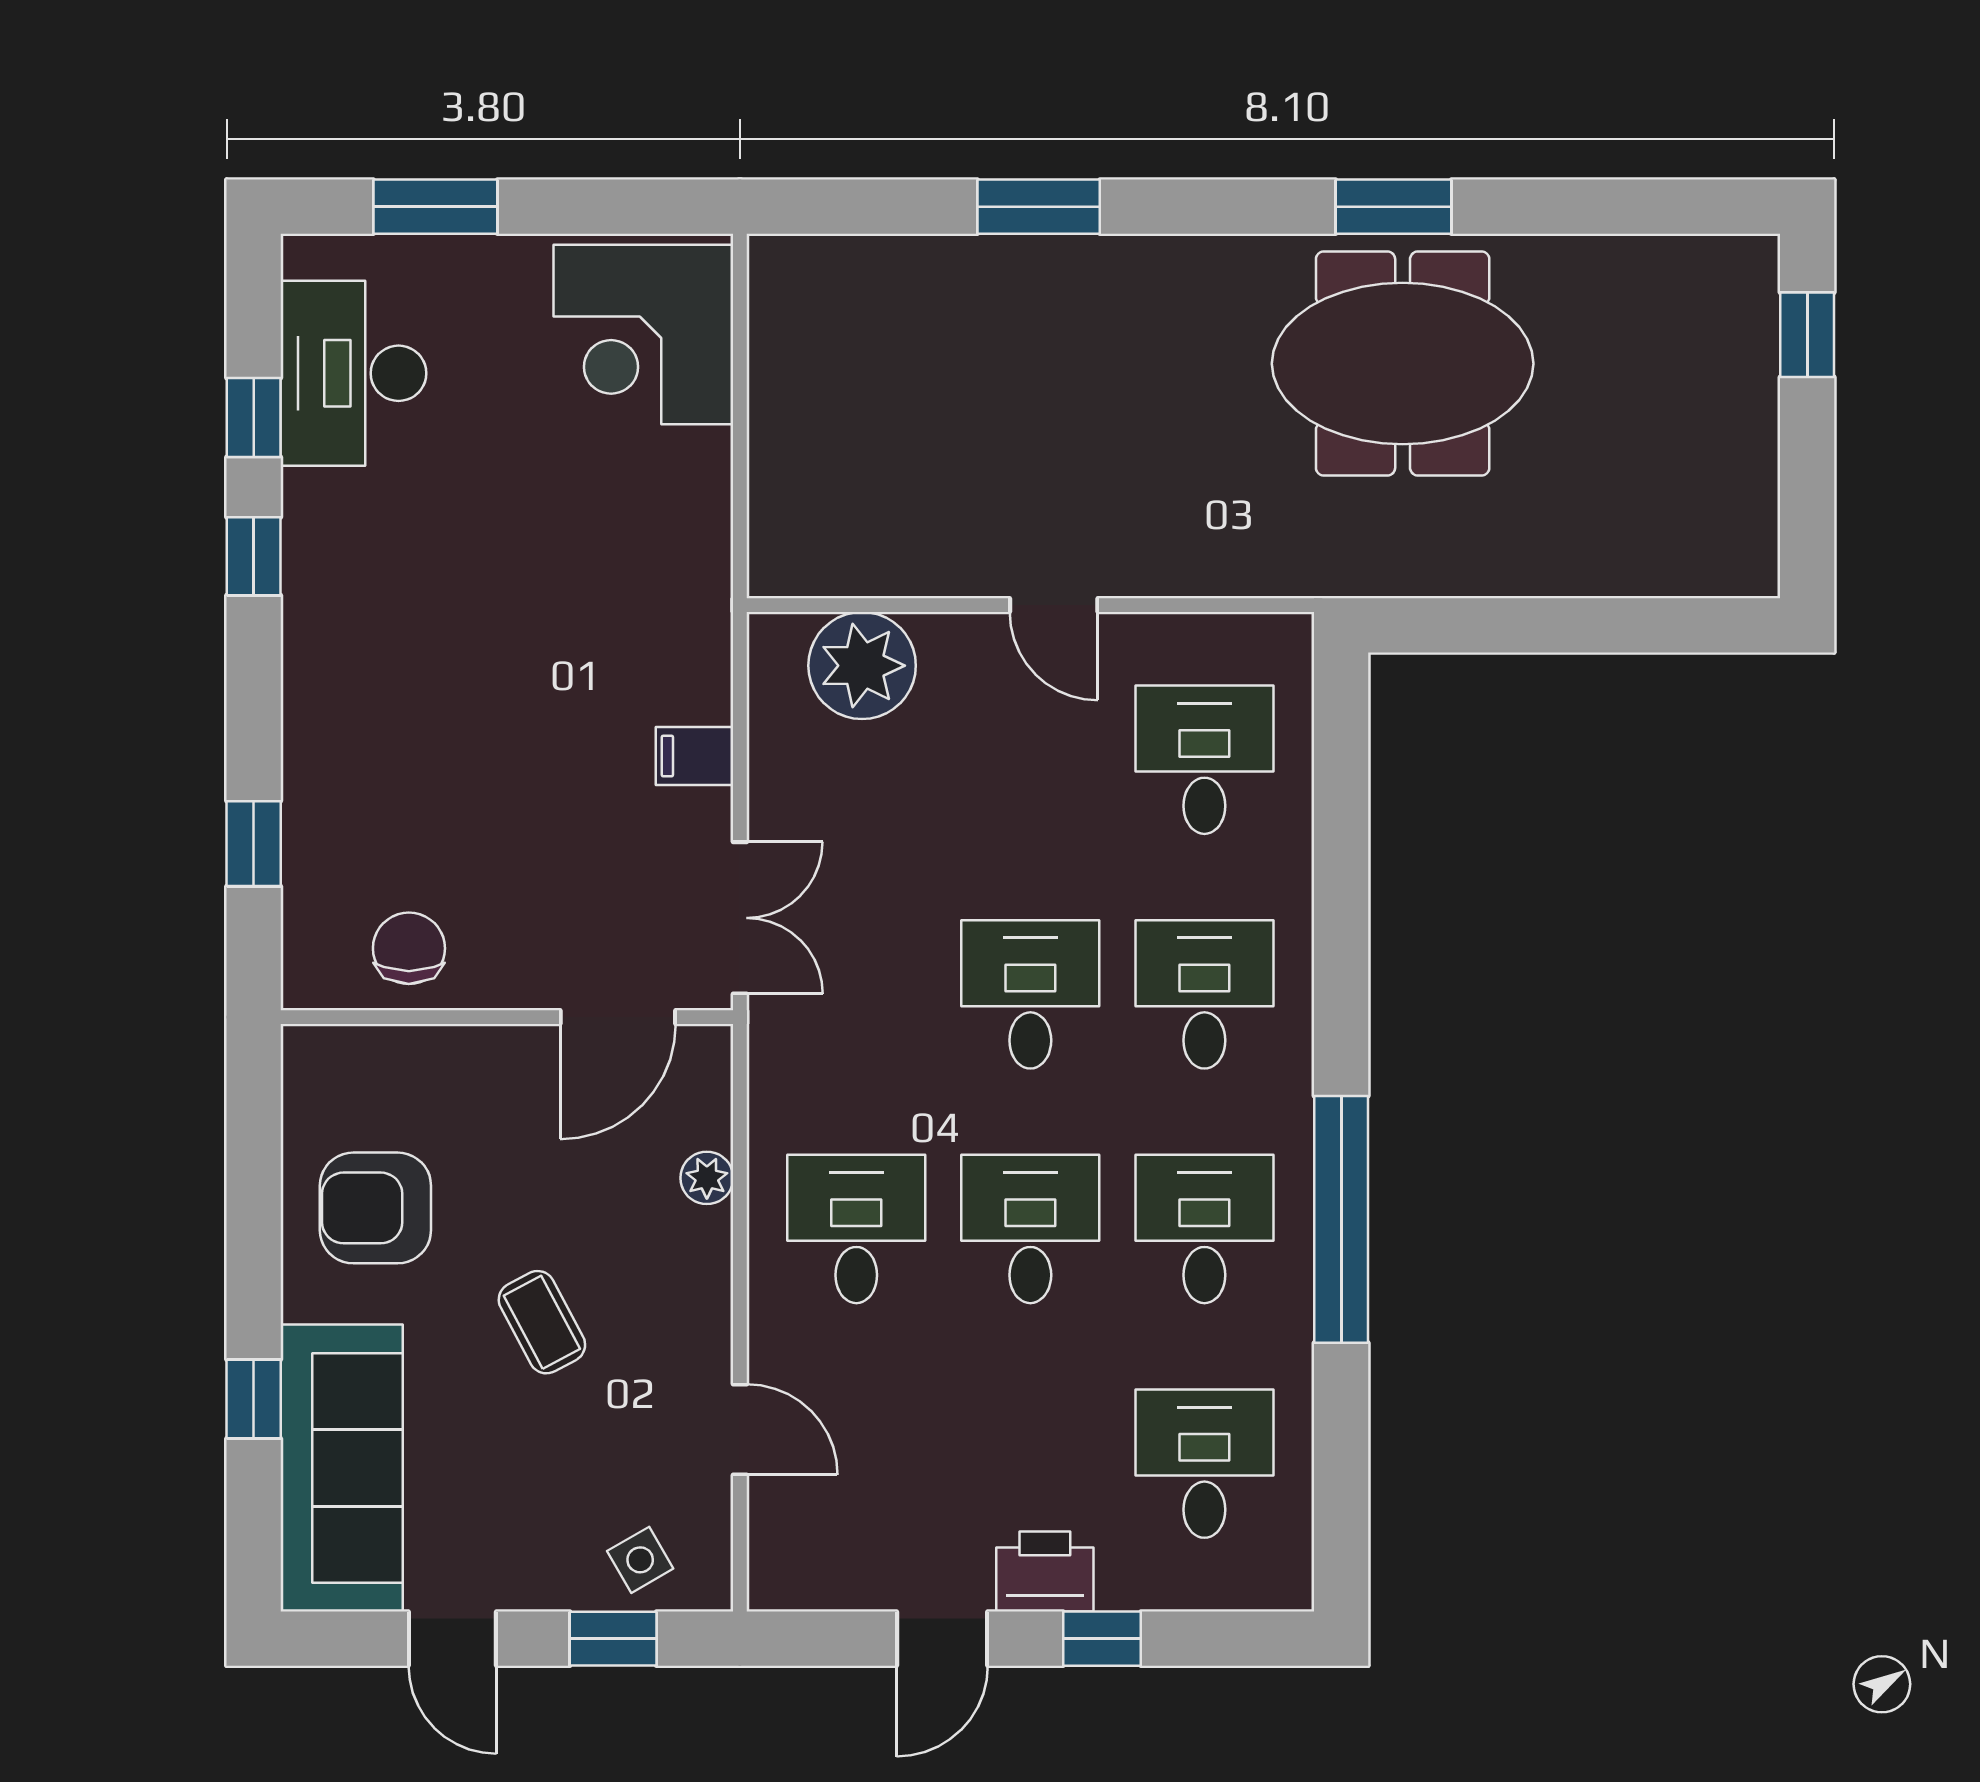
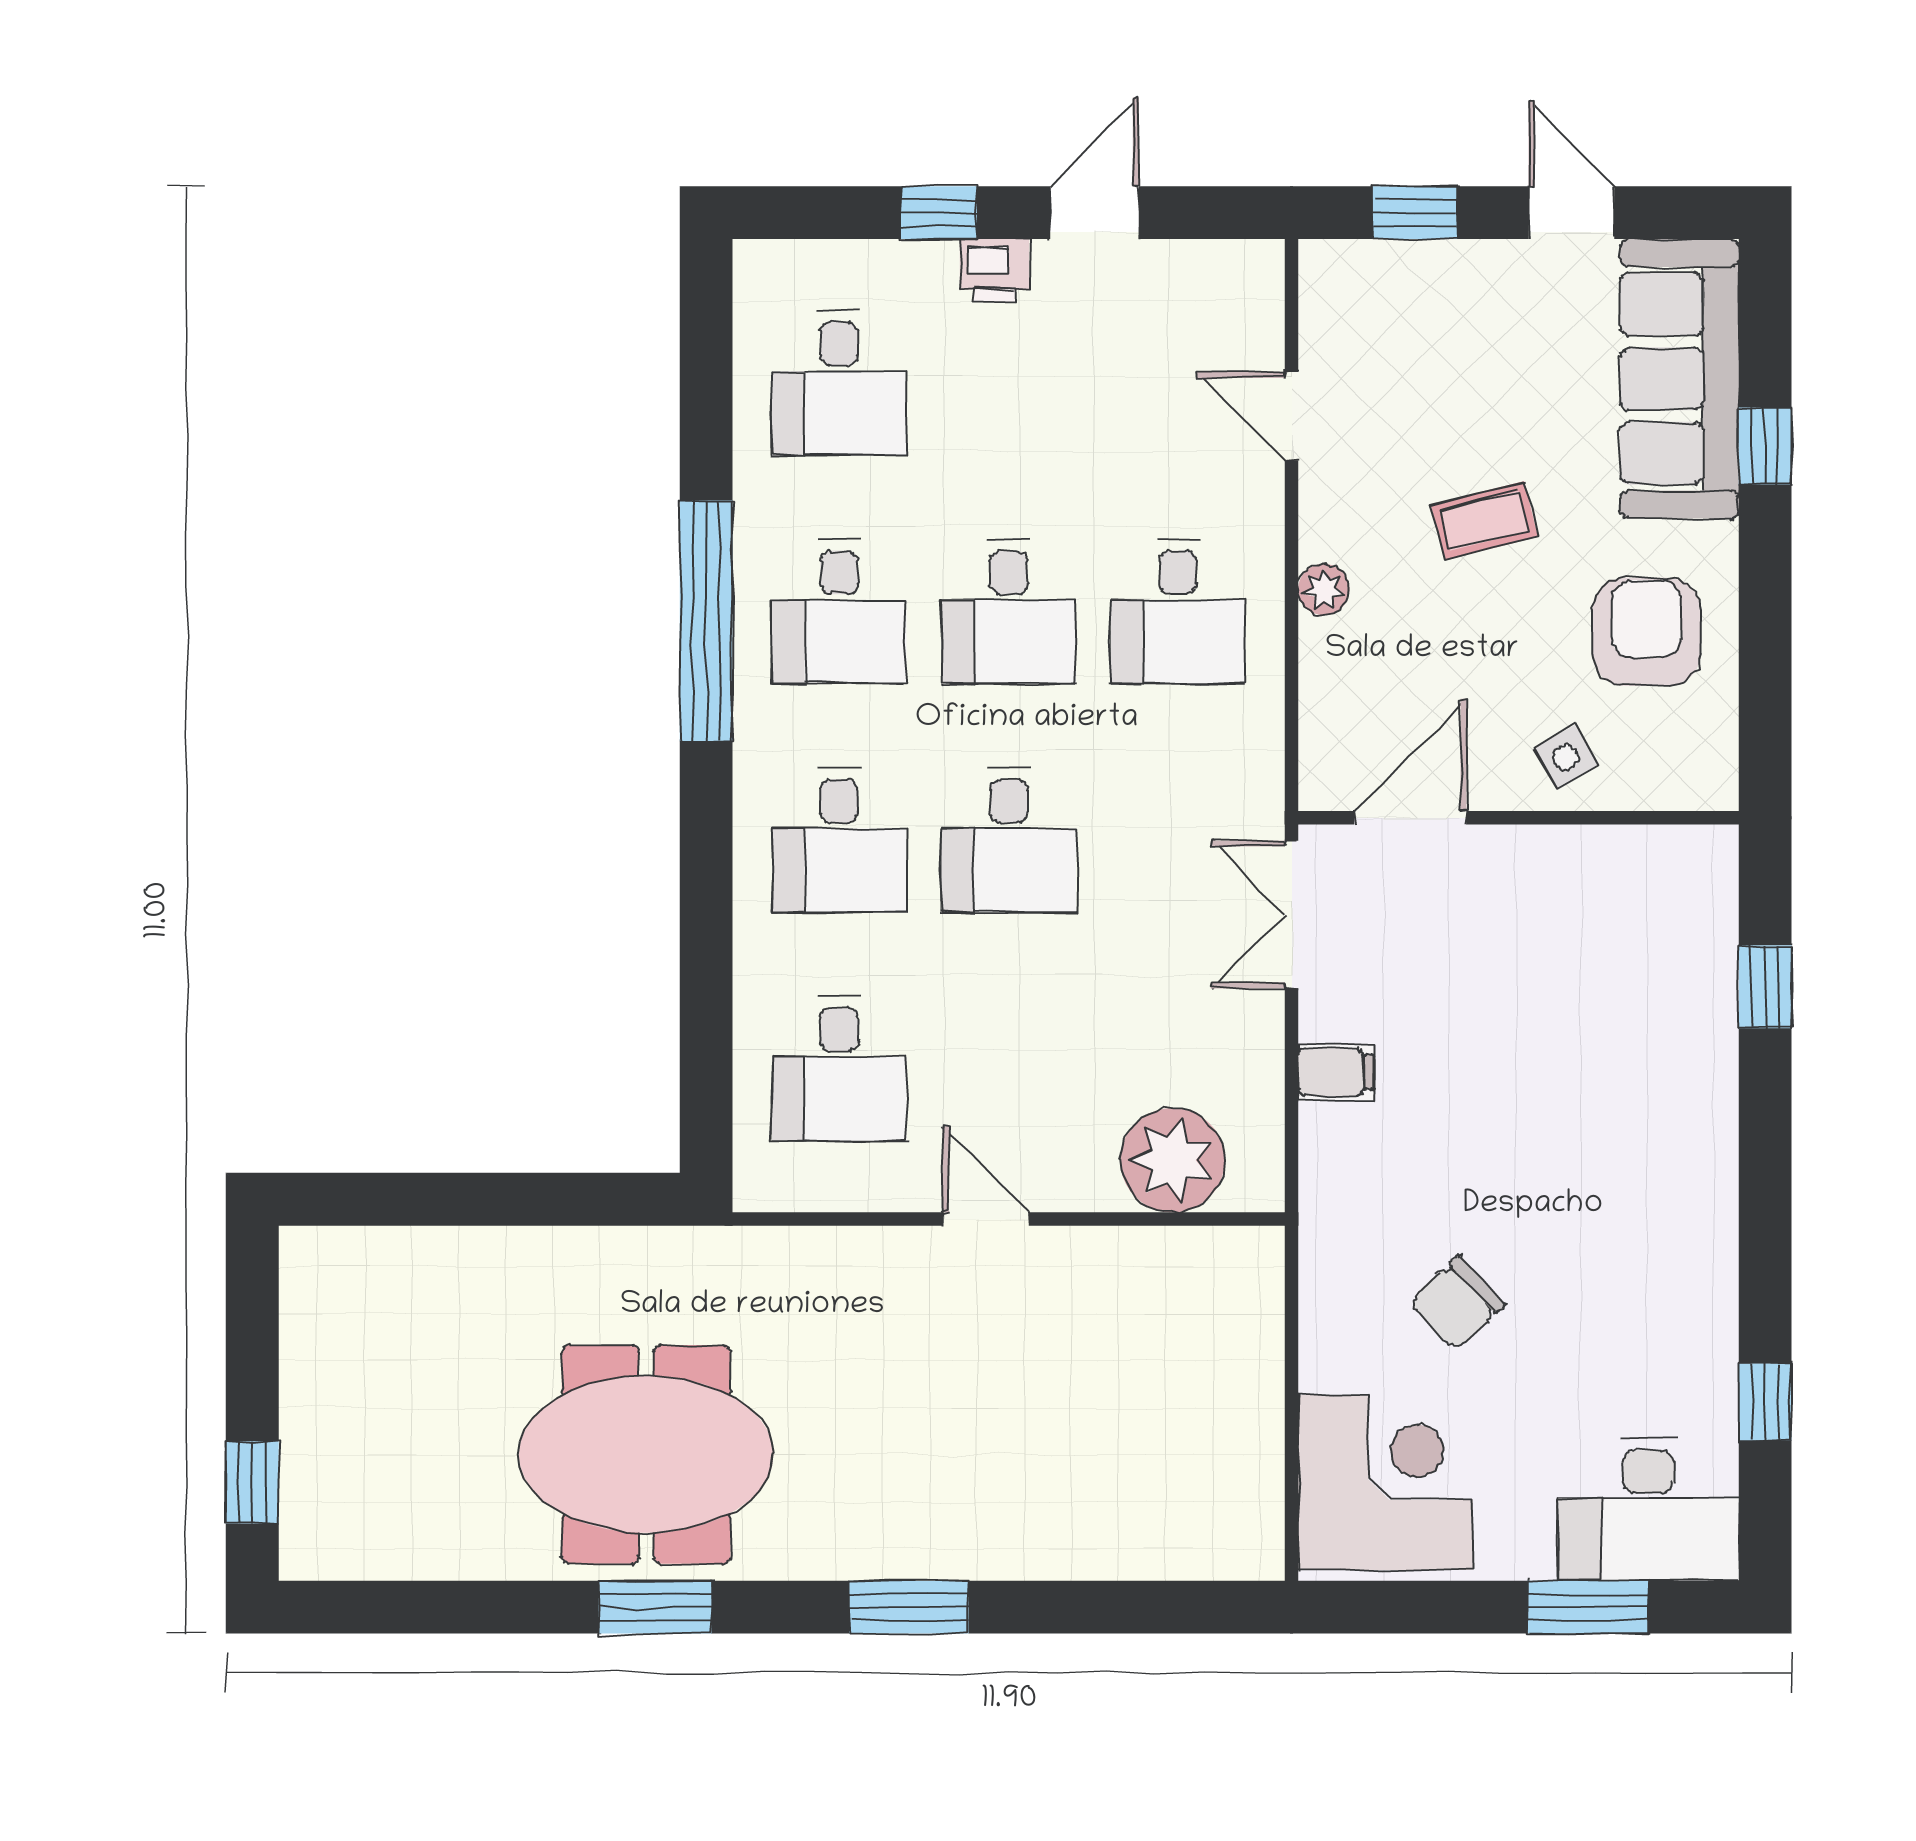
window: (1039, 207) -> (909, 1607), moved
desk: (353, 373) -> (1649, 1510), moved, turned 90
window: (254, 556) -> (1765, 1267), removed
chair: (409, 948) -> (1457, 1303), moved, turned 47
plant: (707, 1178) -> (1324, 590), moved
armchair: (375, 1208) -> (1646, 632), turned -90
coffee table: (542, 1322) -> (1484, 521), turned -76
side table: (640, 1560) -> (1566, 757), moved
printer: (1045, 1571) -> (995, 270), width x0.73, depth x0.81

